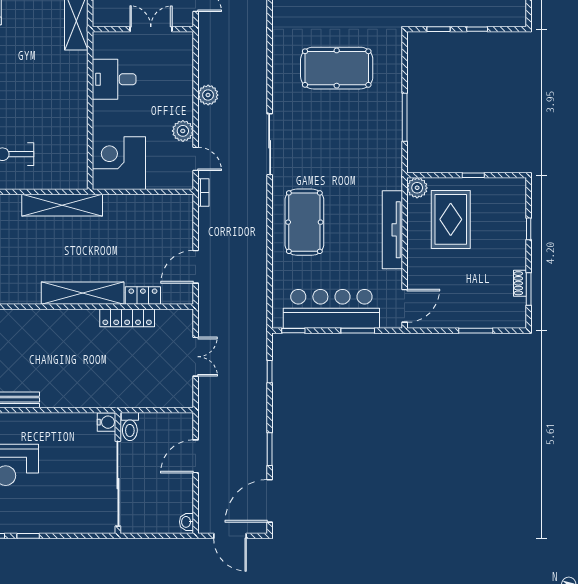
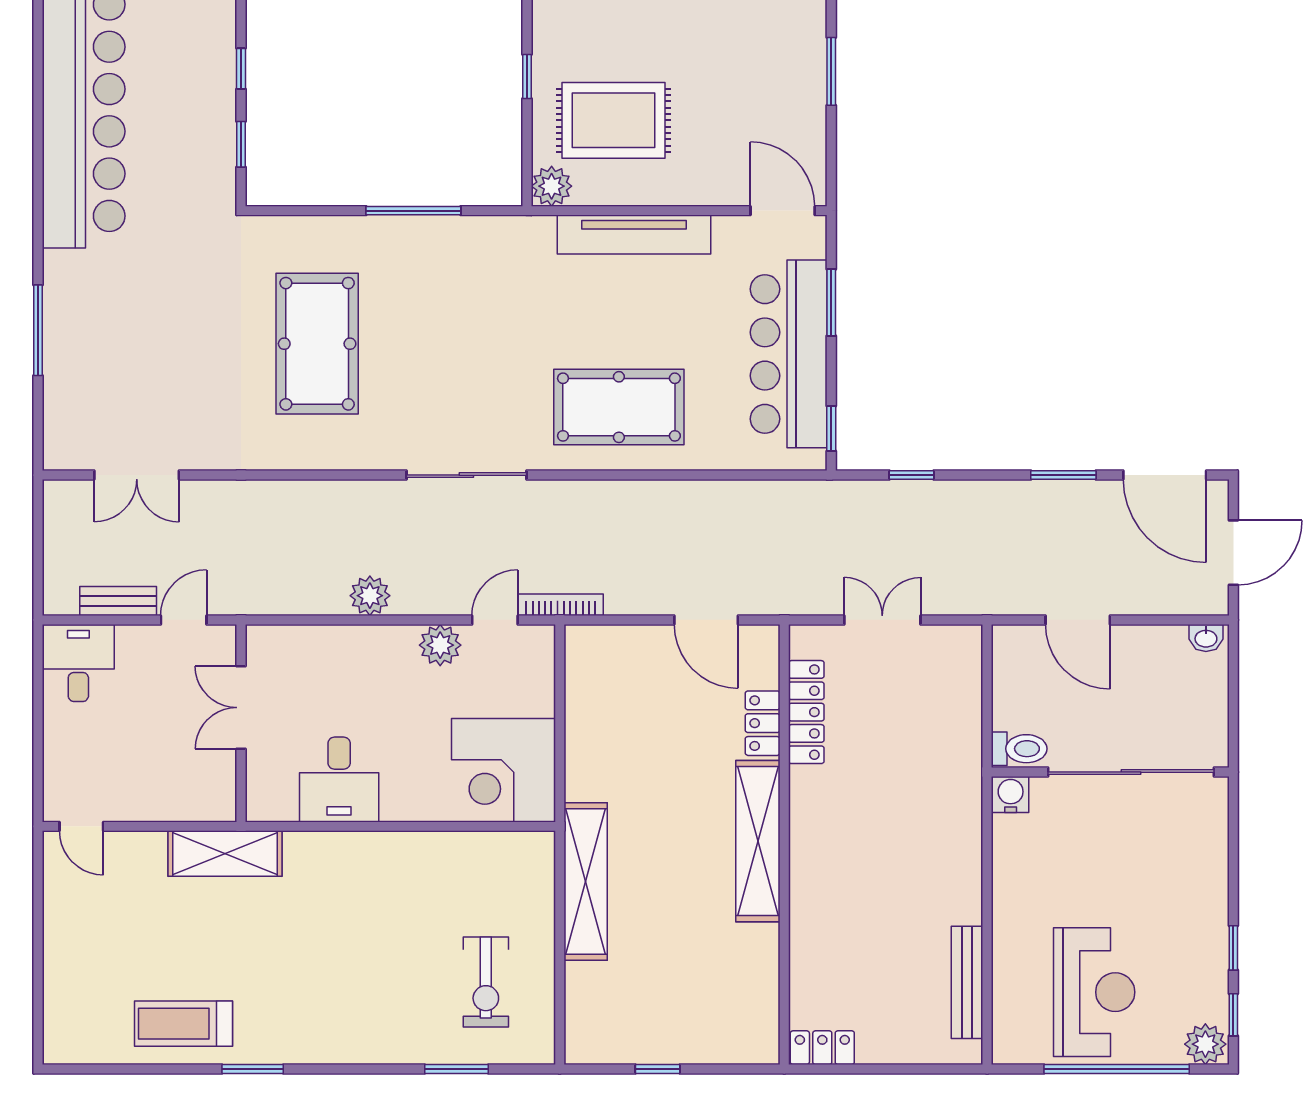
bookcase: (203, 192) -> (561, 605), width x1.56
locker: (127, 318) -> (806, 712), moved

